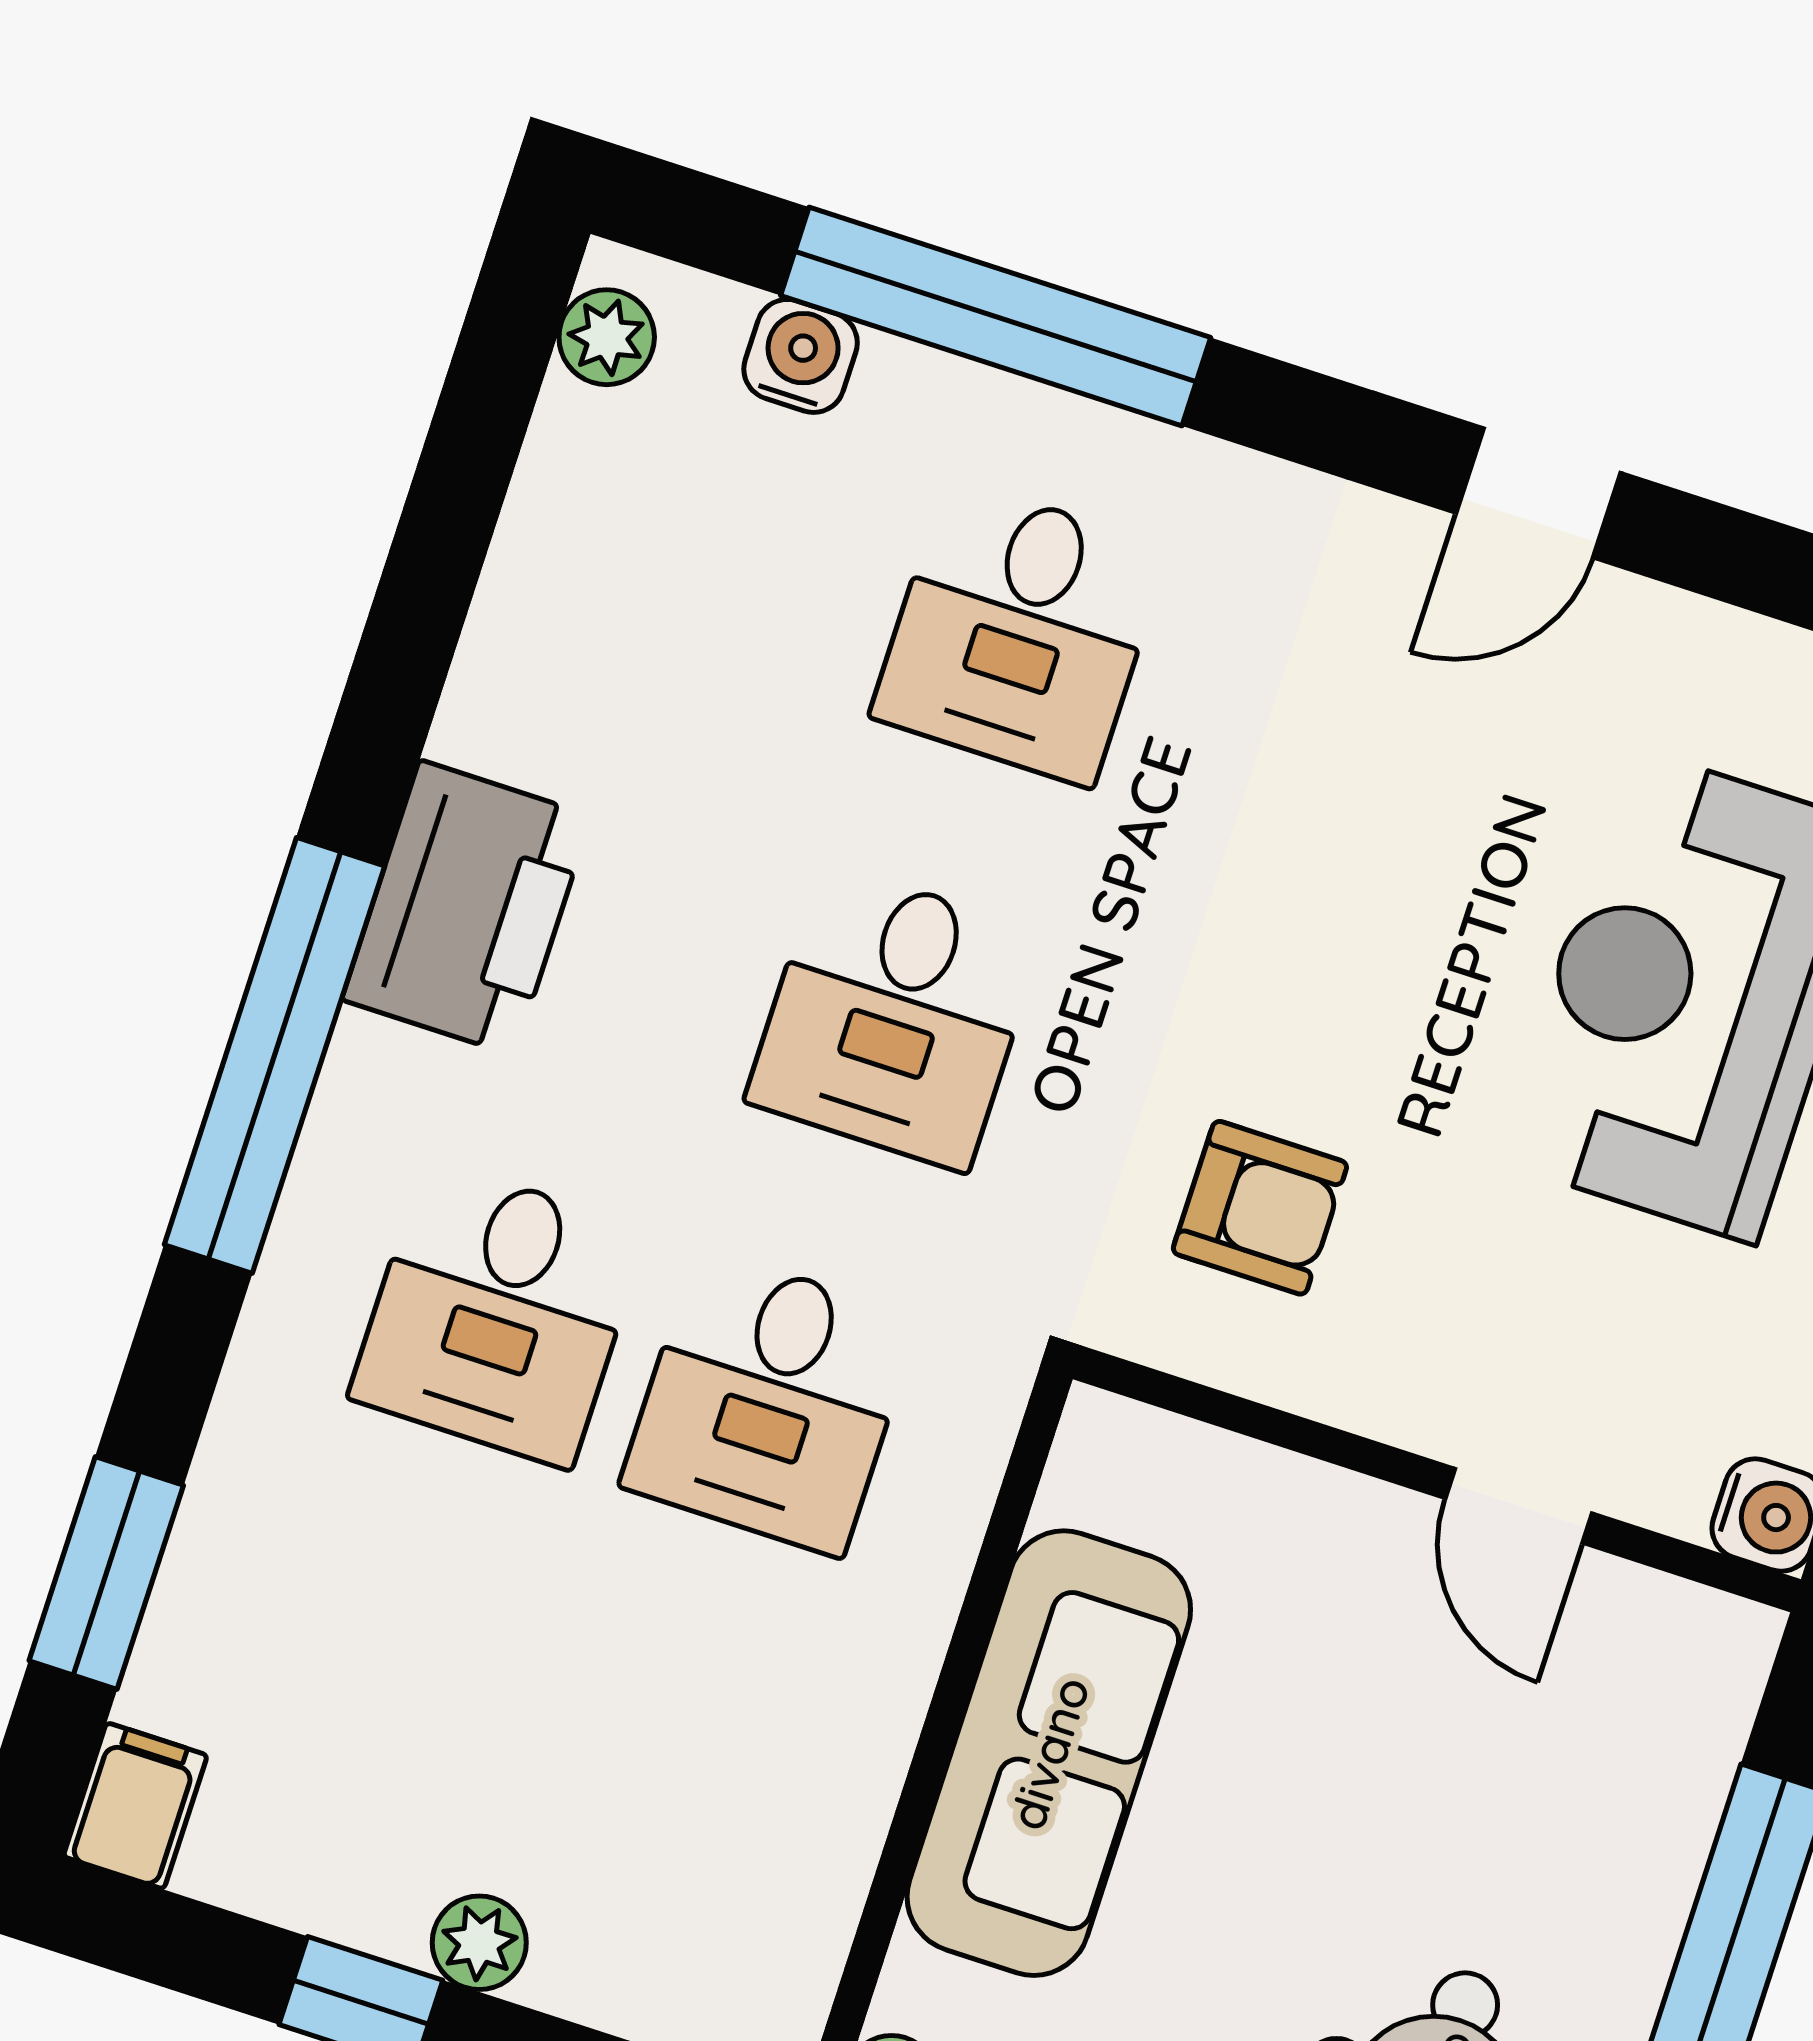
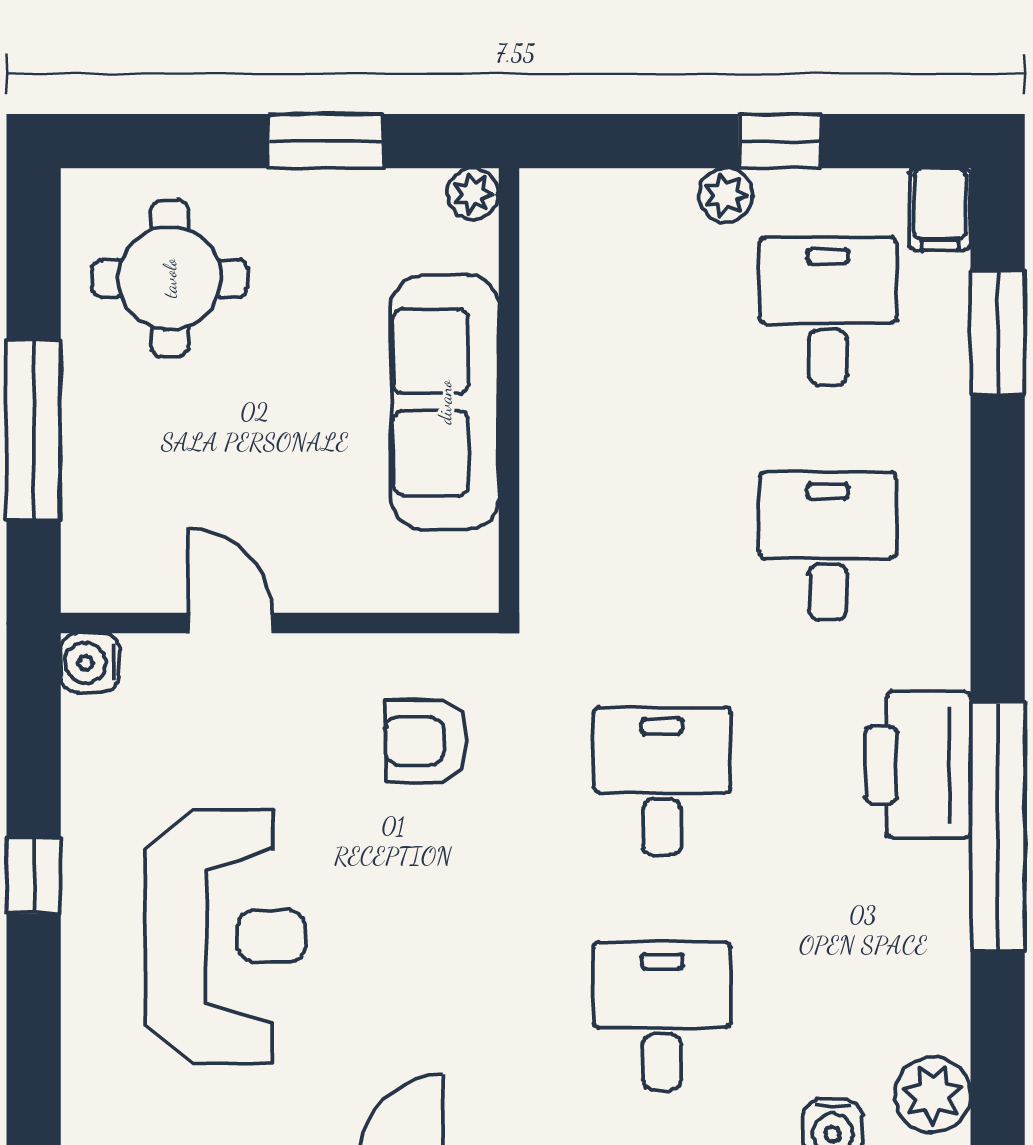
plant: (607, 337) -> (933, 1094), width x1.38, depth x1.38
window: (274, 1055) -> (998, 826), moved
desk: (770, 1402) -> (828, 311), moved

